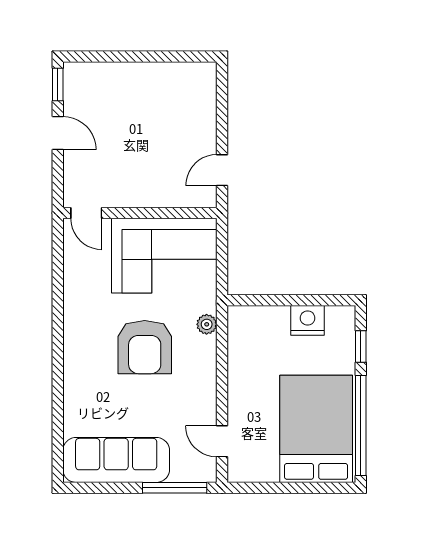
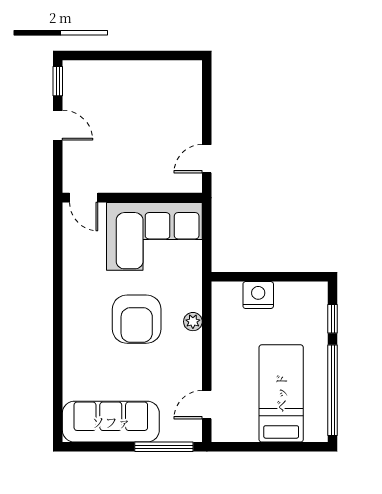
nightstand: (308, 320) -> (258, 295), moved
plant: (207, 324) -> (193, 322), moved
bed: (316, 429) -> (281, 393), width x0.67
door: (222, 441) -> (207, 405), hinge flipped

